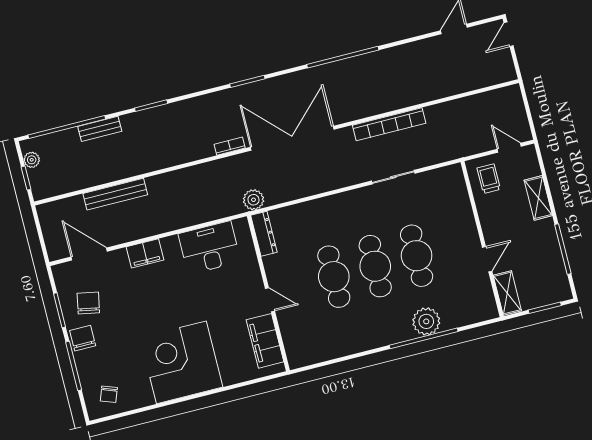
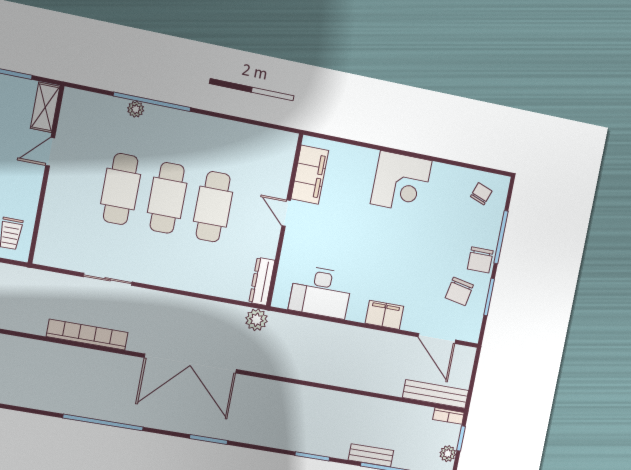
bookcase: (230, 146) -> (448, 416), moved
bench: (115, 194) -> (436, 394), moved
plant: (426, 321) -> (136, 109), width x0.53, depth x0.53
corner desk: (181, 362) -> (401, 182), width x0.74, depth x0.74

